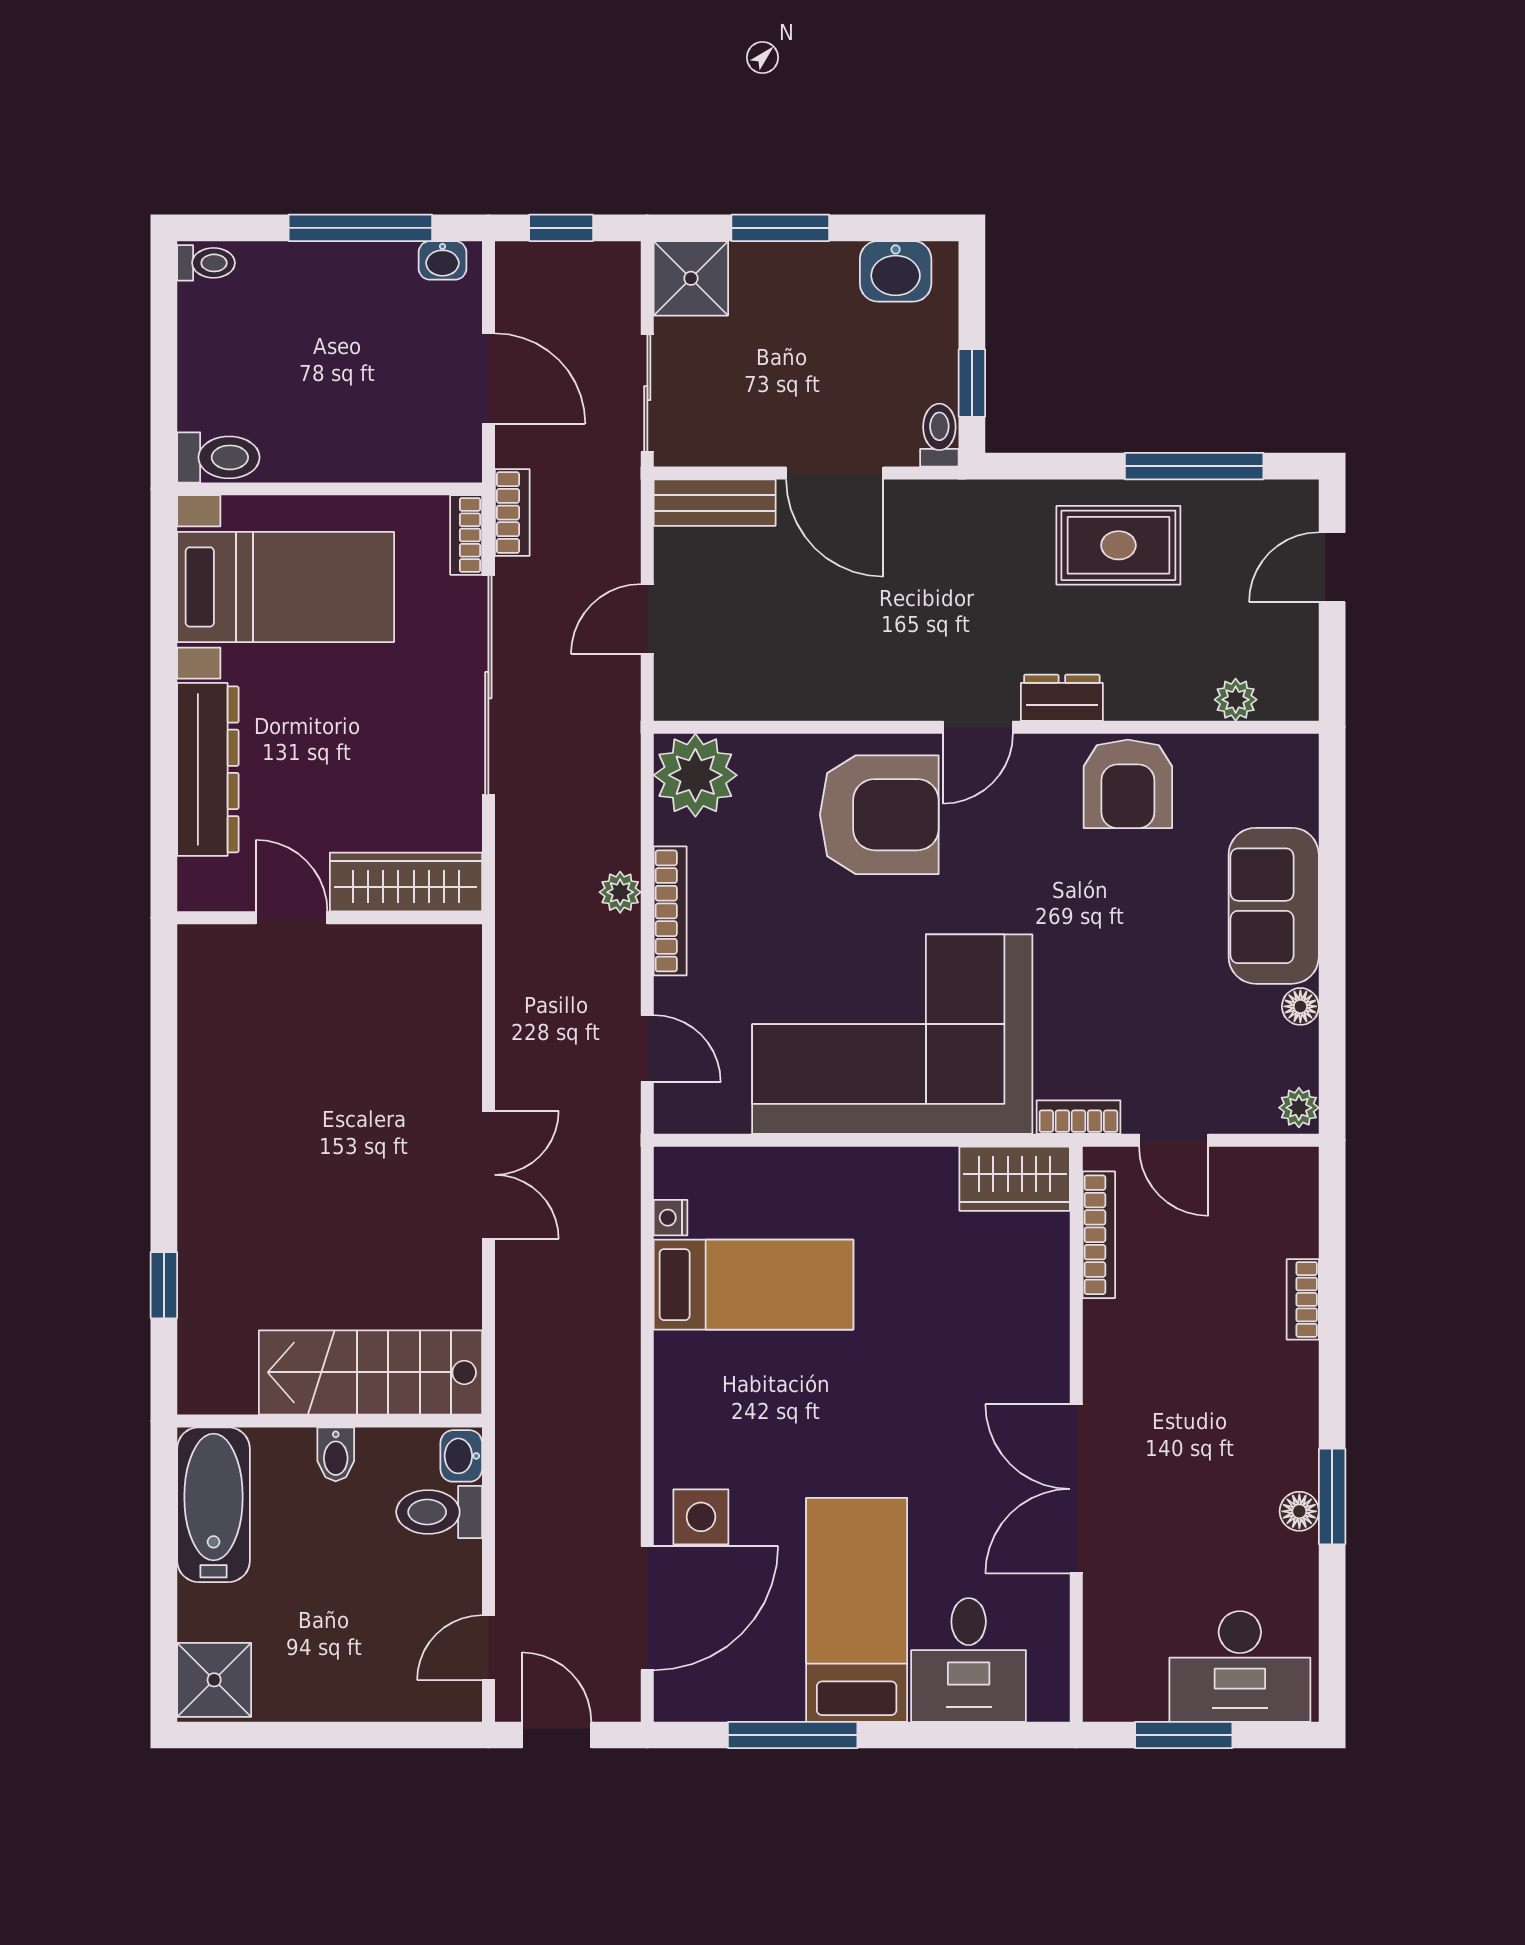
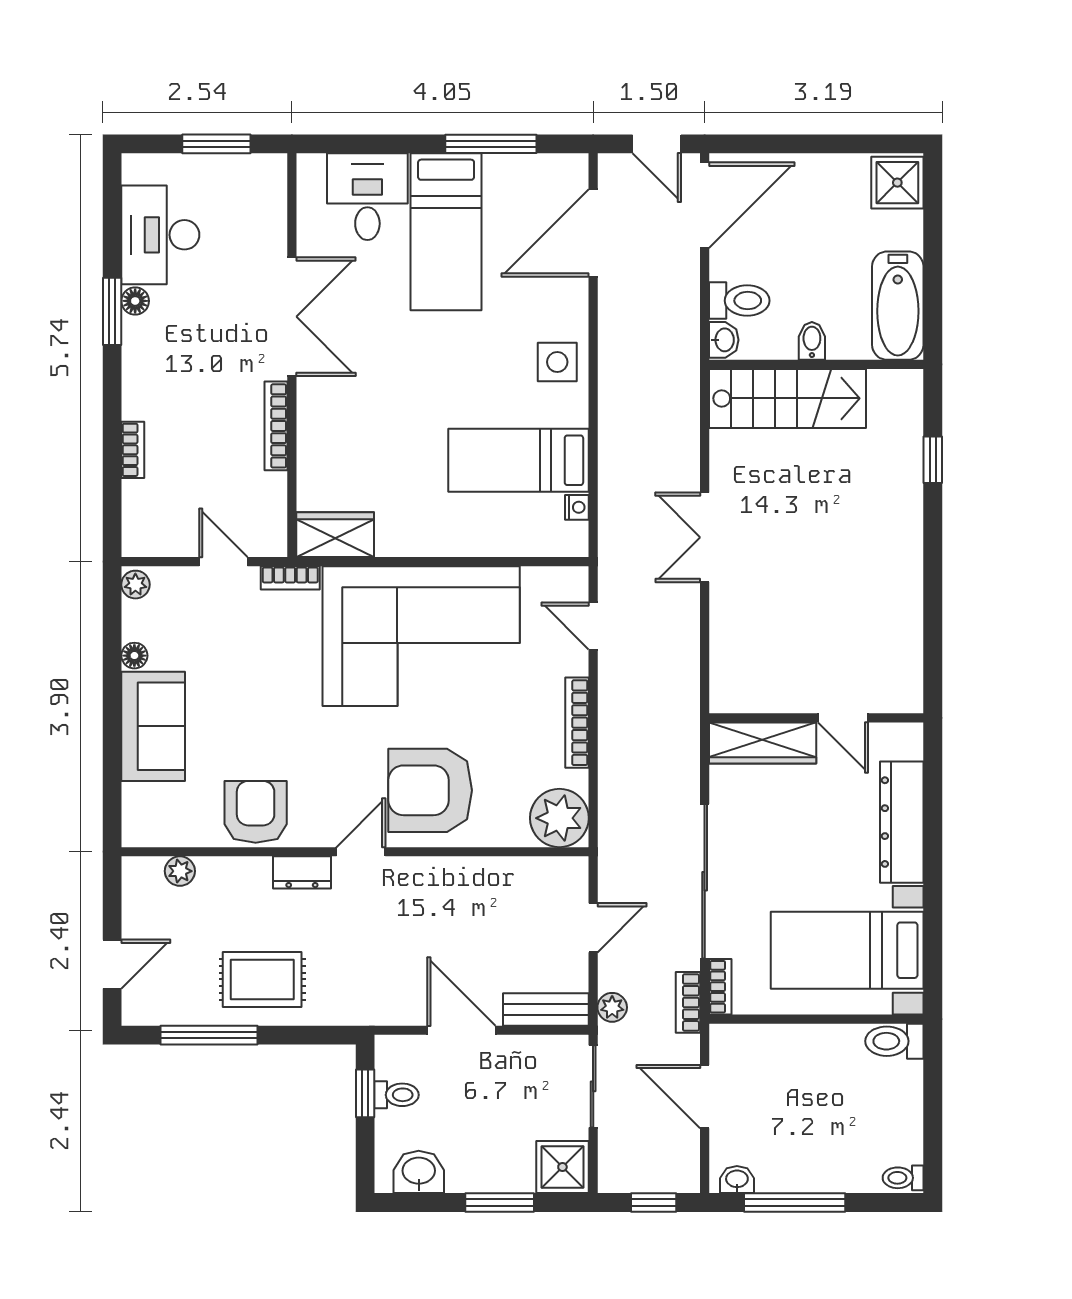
toilet: (939, 435) -> (396, 1095), moved, turned -90
plant: (620, 892) -> (612, 1007), moved
bookcase: (1099, 1235) -> (276, 426), moved
side table: (701, 1517) -> (557, 362), moved
door: (488, 1648) -> (705, 205), width x1.88
desk: (1240, 1666) -> (160, 235), moved, turned -90

